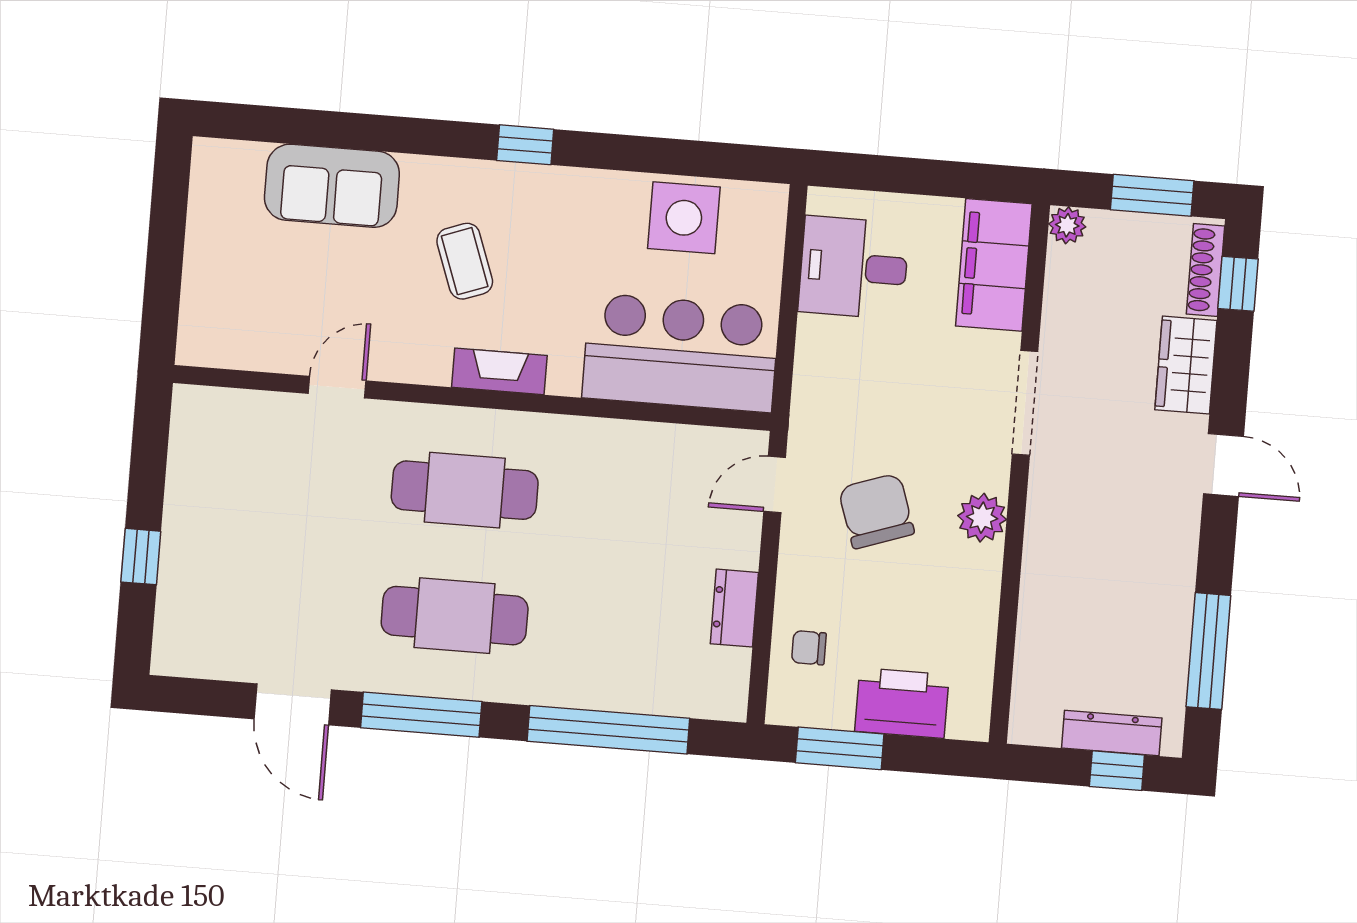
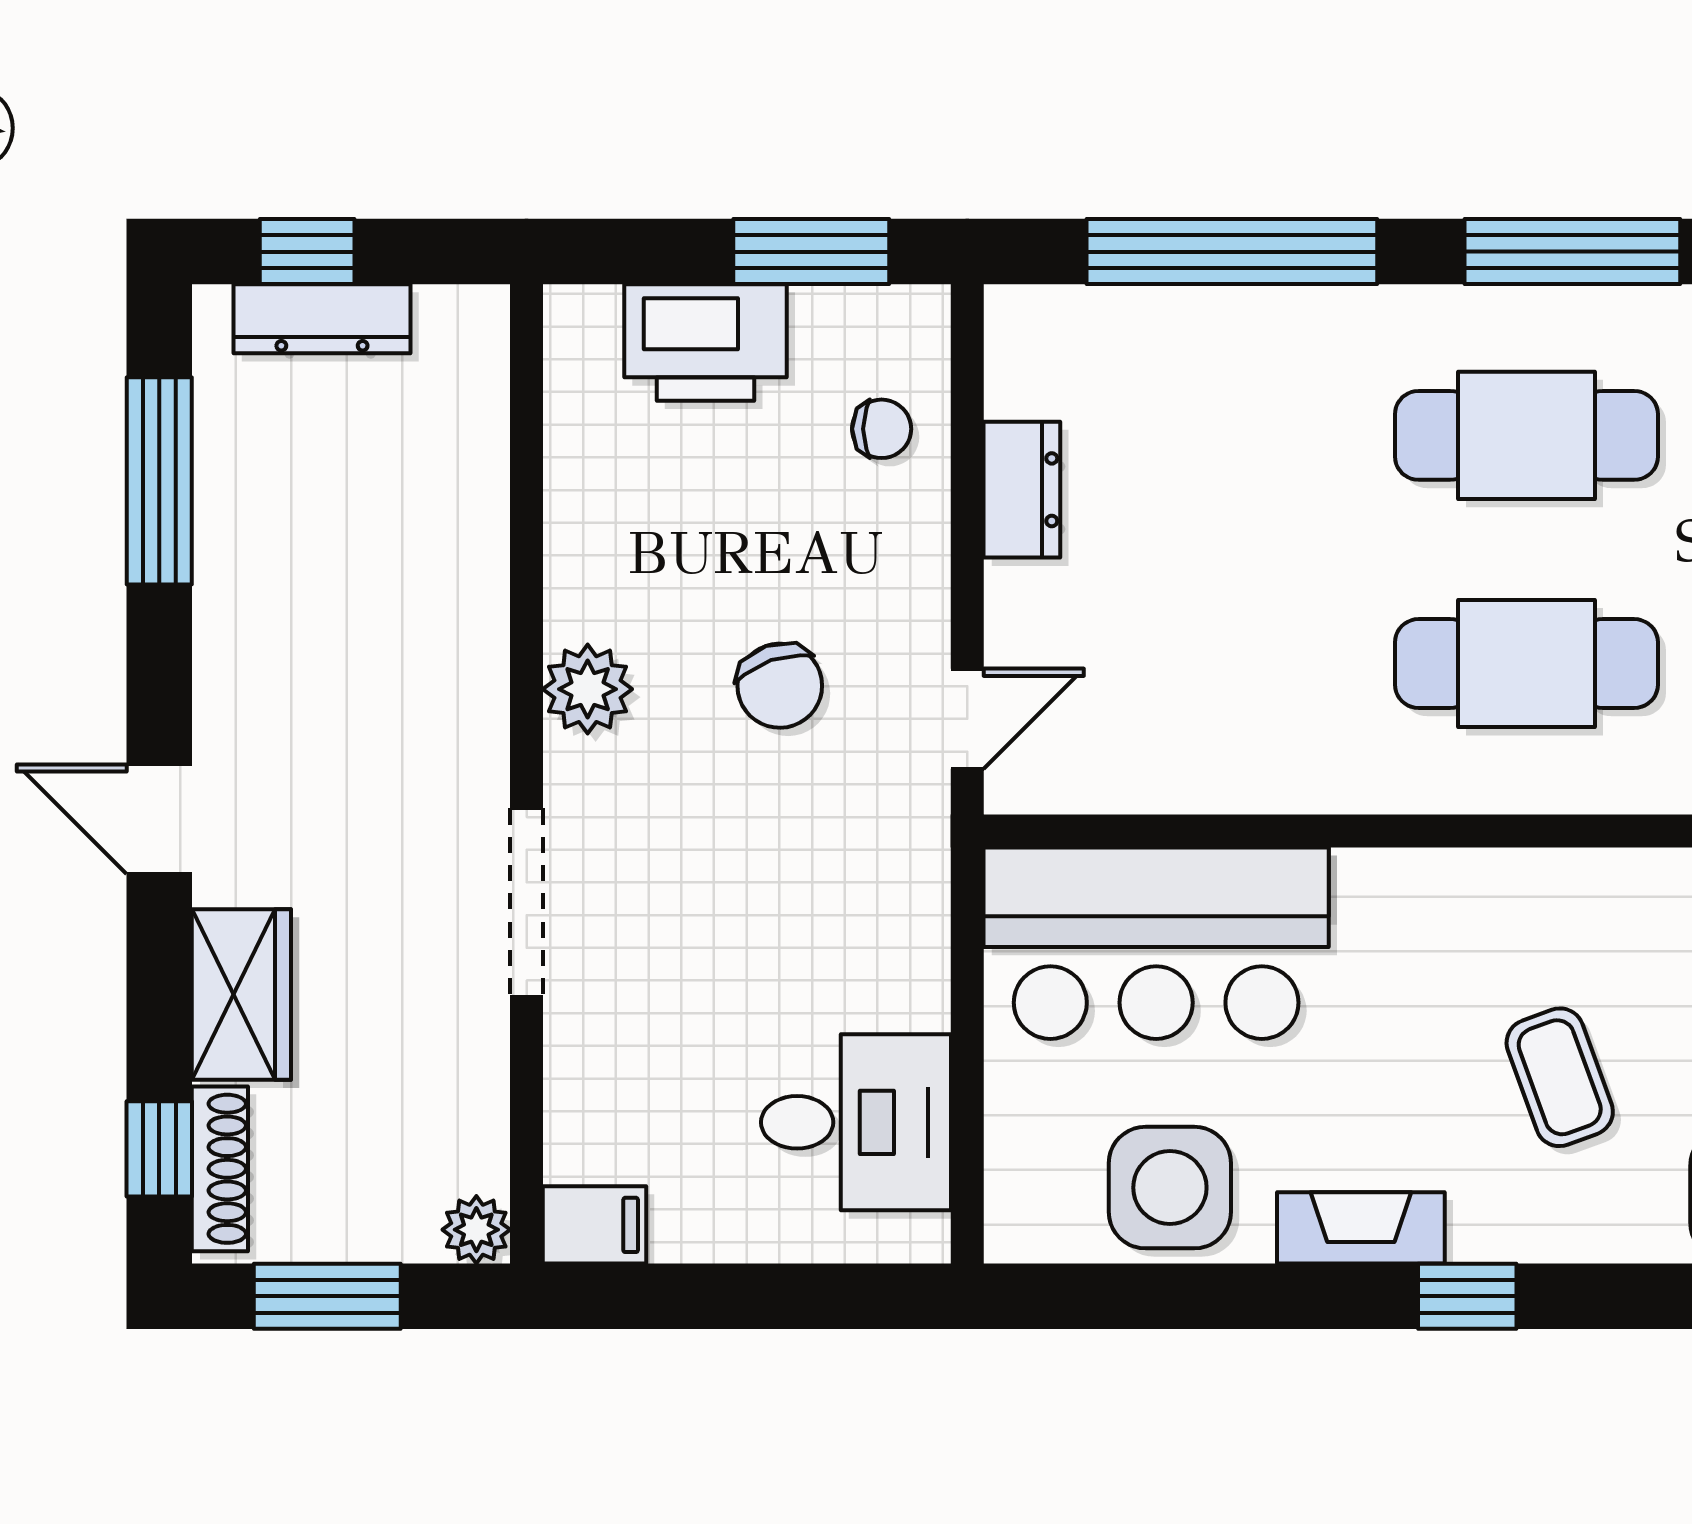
filing cabinet: (994, 265) -> (594, 1225), width x0.33, depth x0.86
fireplace: (499, 371) -> (1361, 1228), moved, turned 180
chair: (876, 511) -> (780, 686), width x0.73, depth x0.73

